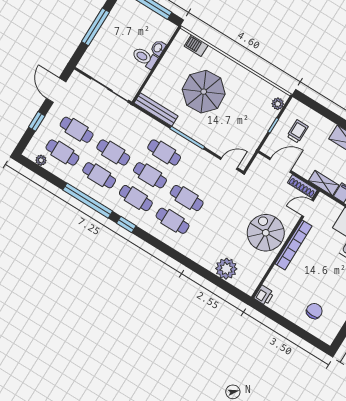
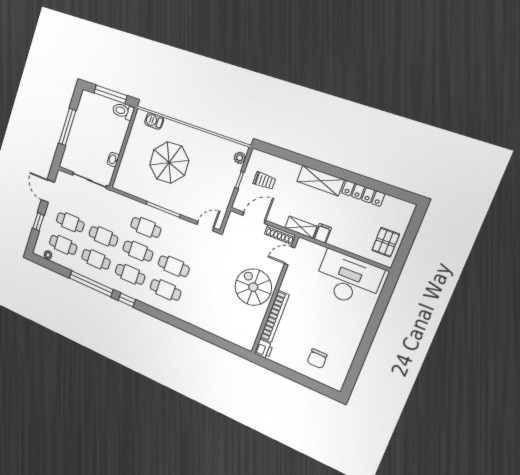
washbasin: (158, 48) -> (113, 160), moved
toilet: (145, 58) -> (123, 111), moved
bench: (156, 109) -> (131, 189), removed
trolley: (298, 131) -> (264, 181), turned 90
bookcase: (294, 245) -> (275, 316), moved
plant: (226, 269) -> (223, 328), removed
chair: (314, 311) -> (317, 359), turned 180

